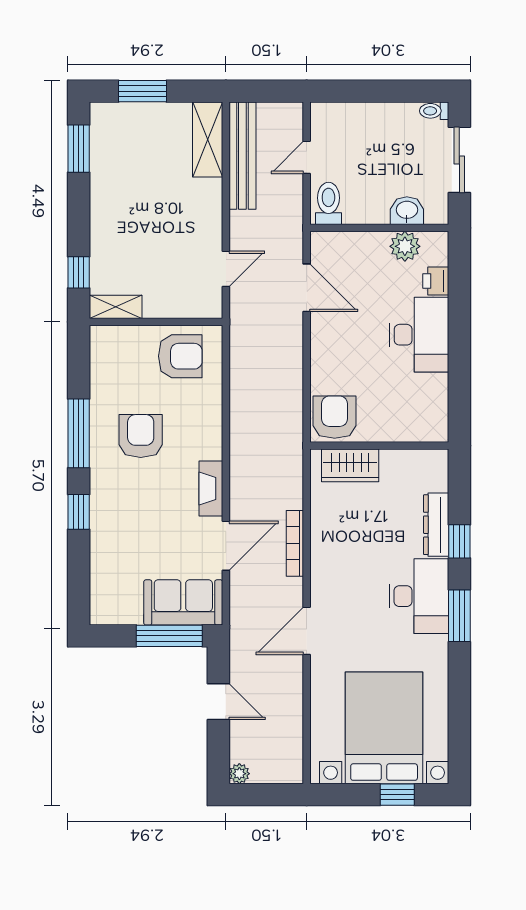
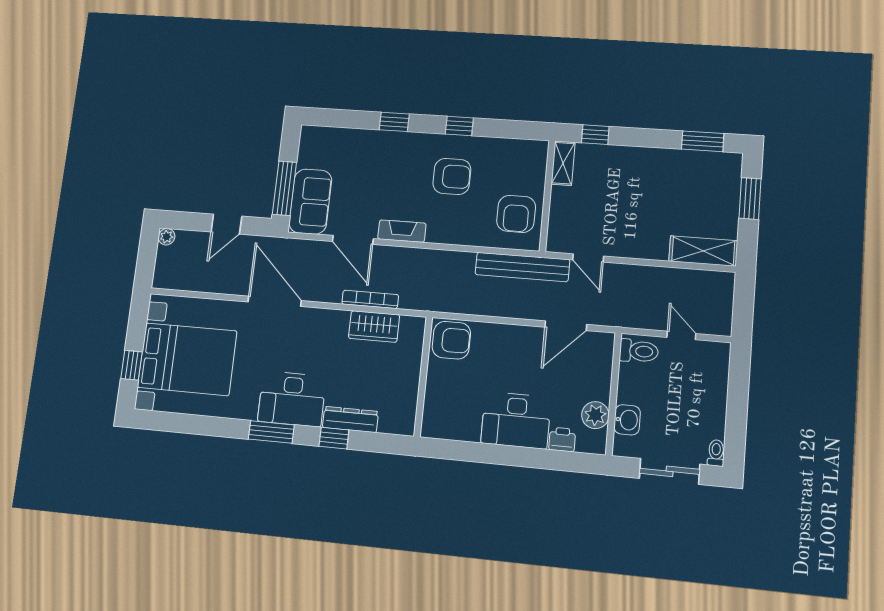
bench: (242, 156) -> (522, 267), moved
window: (79, 433) -> (459, 126), width x0.46
wardrobe: (350, 465) -> (374, 327), moved, turned -90
bookcase: (295, 543) -> (370, 299), moved
door: (307, 631) -> (275, 301), width x1.36

